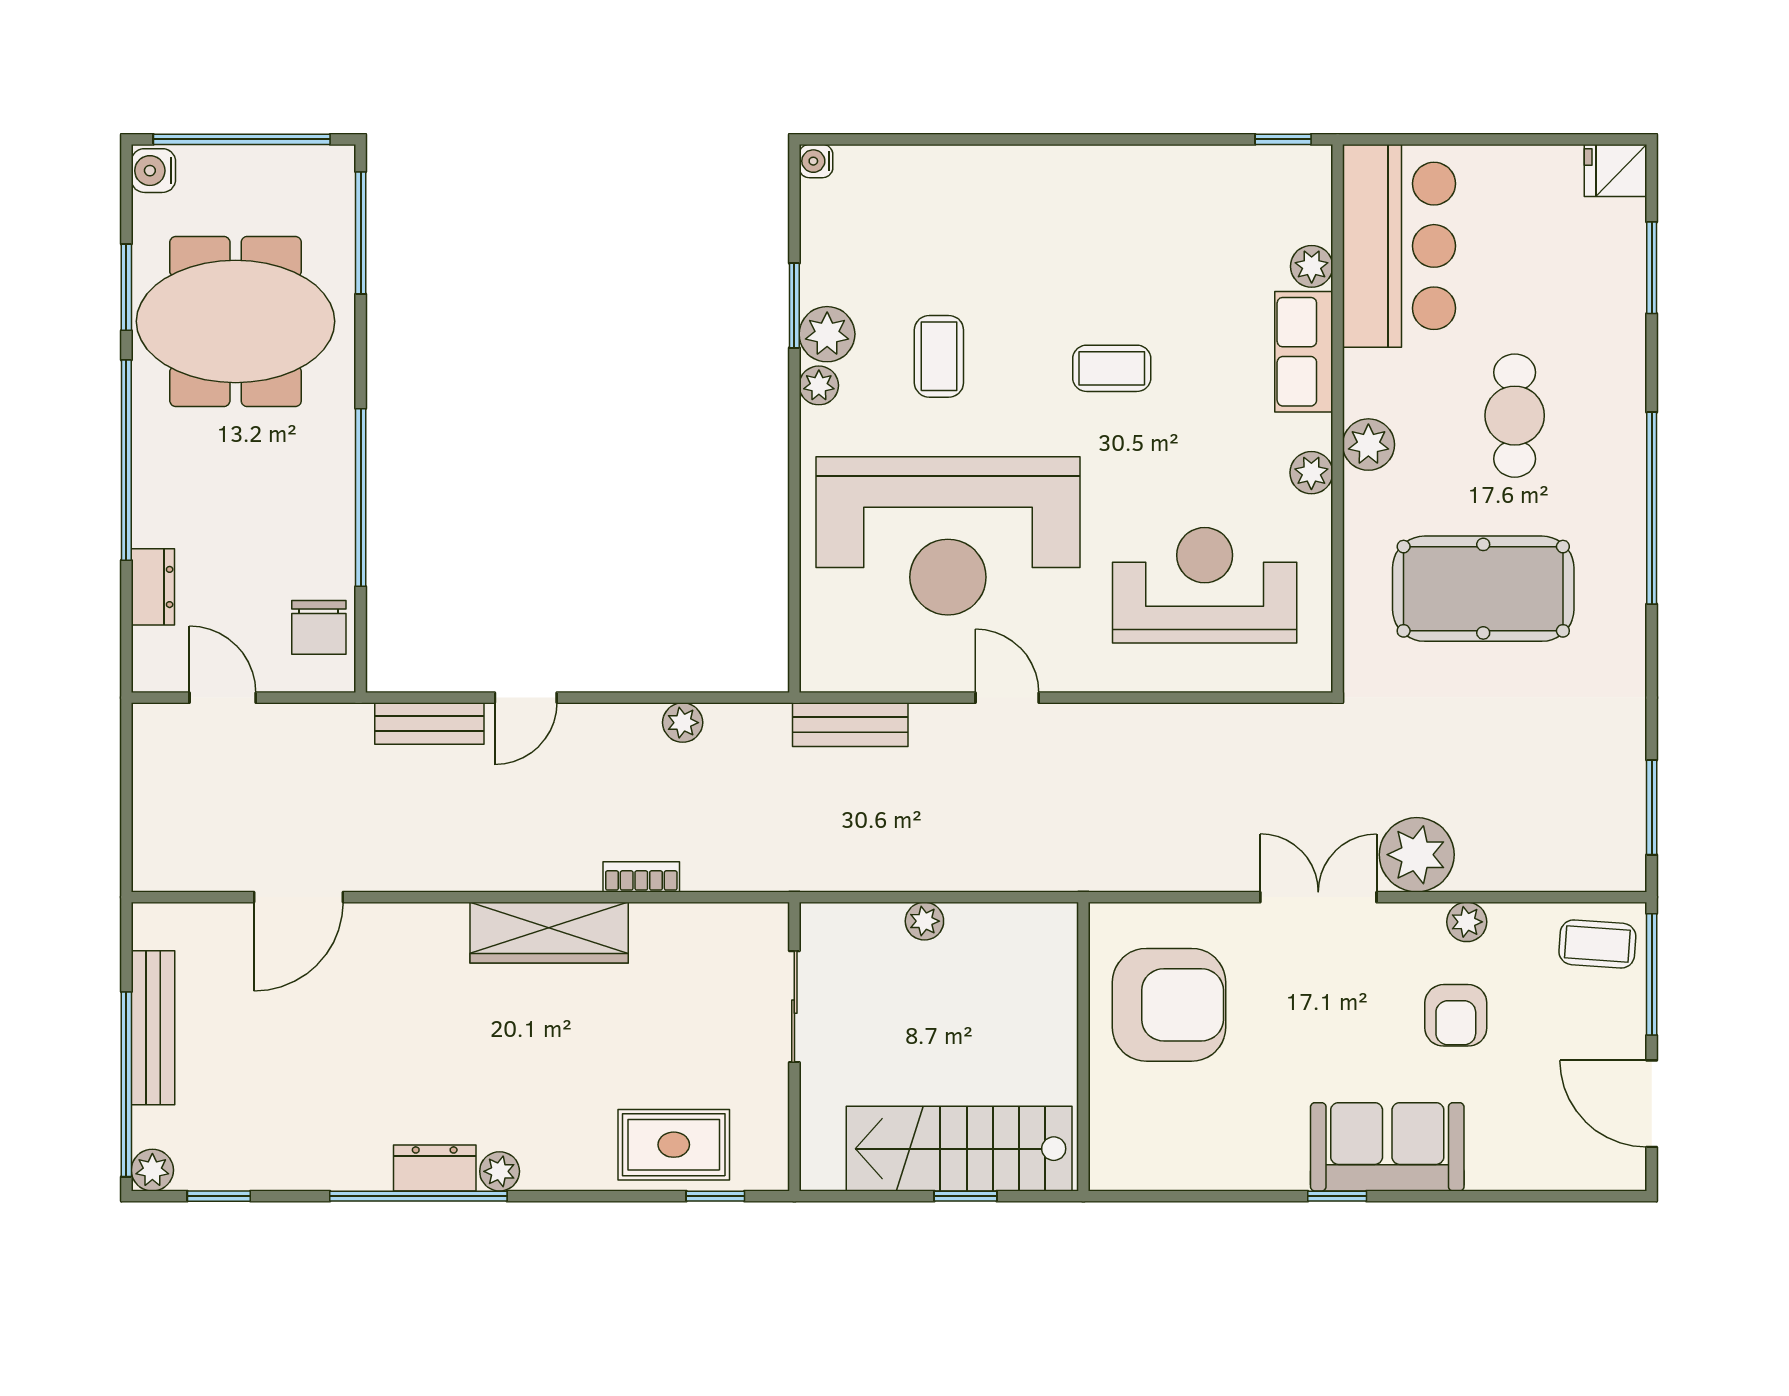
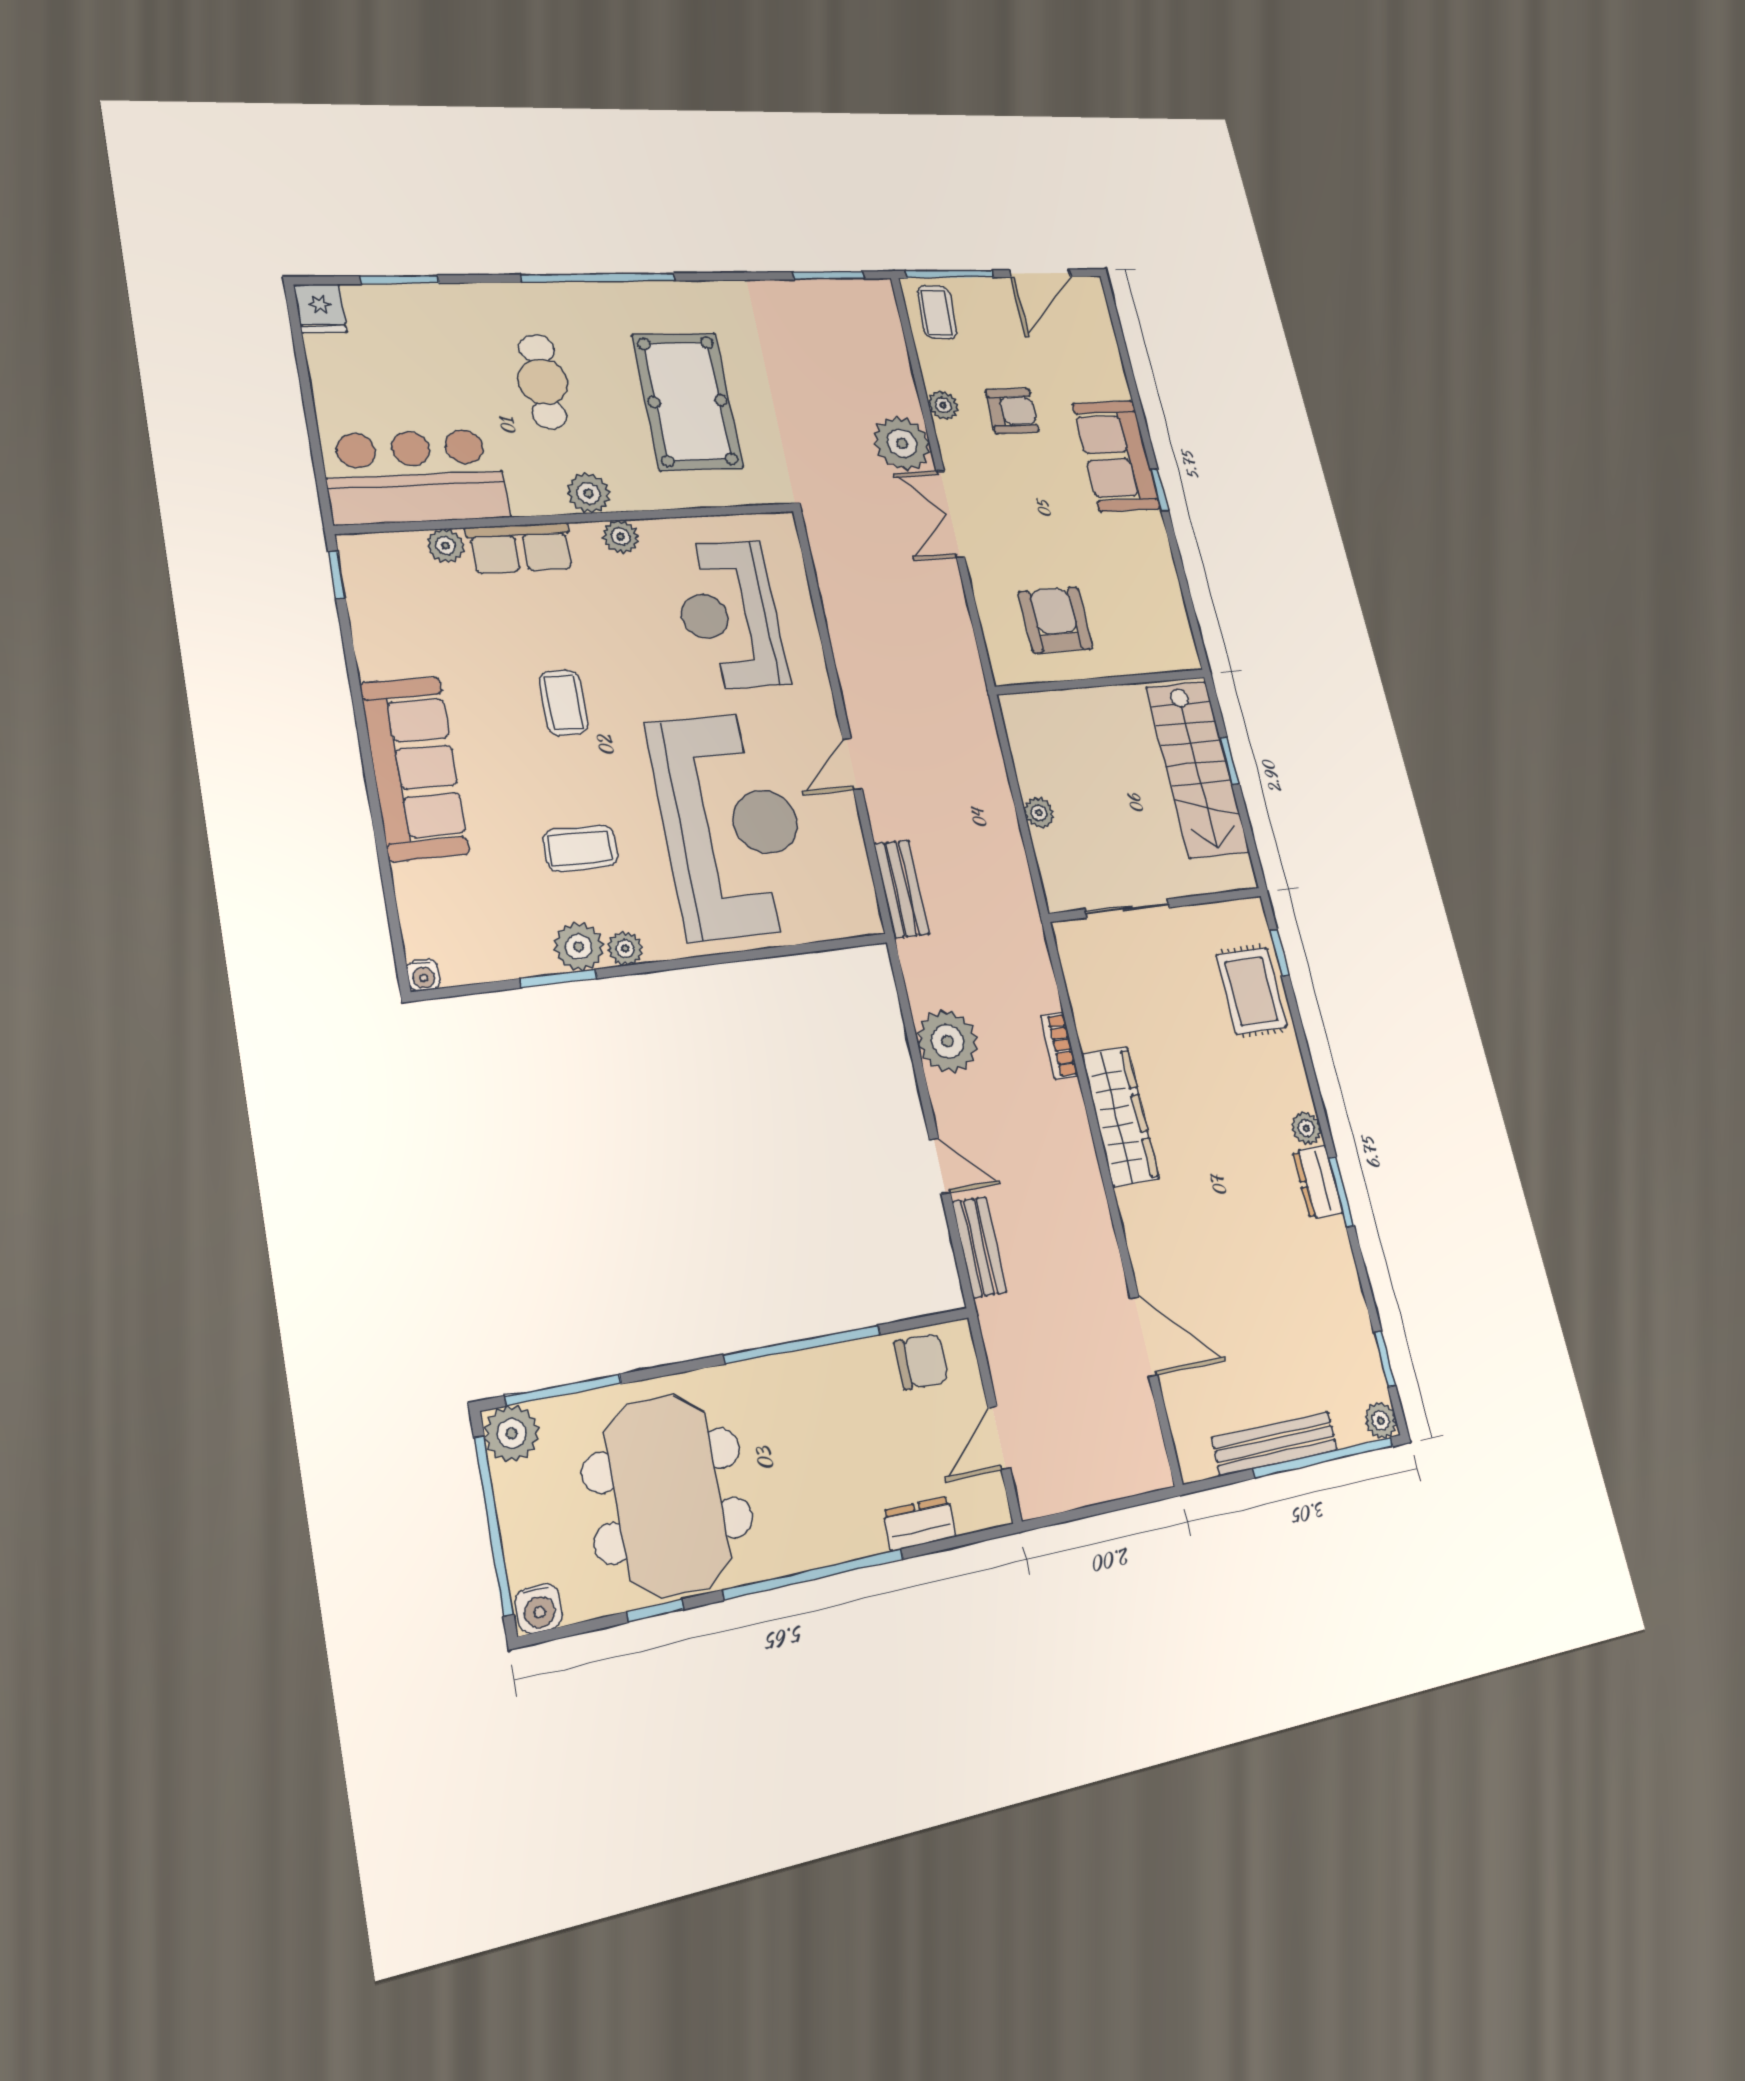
plant: (327, 173) -> (512, 1434), added
sofa: (1049, 189) -> (414, 768), added
window: (126, 287) -> (655, 1611), width x0.67
cafe table: (1515, 416) -> (543, 381), turned 90
plant: (683, 723) -> (948, 1041), width x1.88, depth x1.88
armchair: (1169, 1005) -> (1056, 620), width x0.73, depth x0.73
window: (418, 1196) -> (1341, 1192), width x0.47

